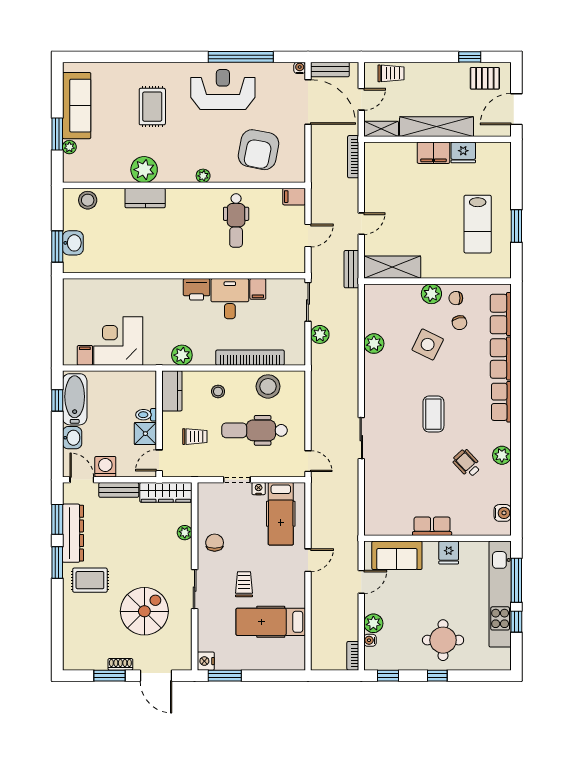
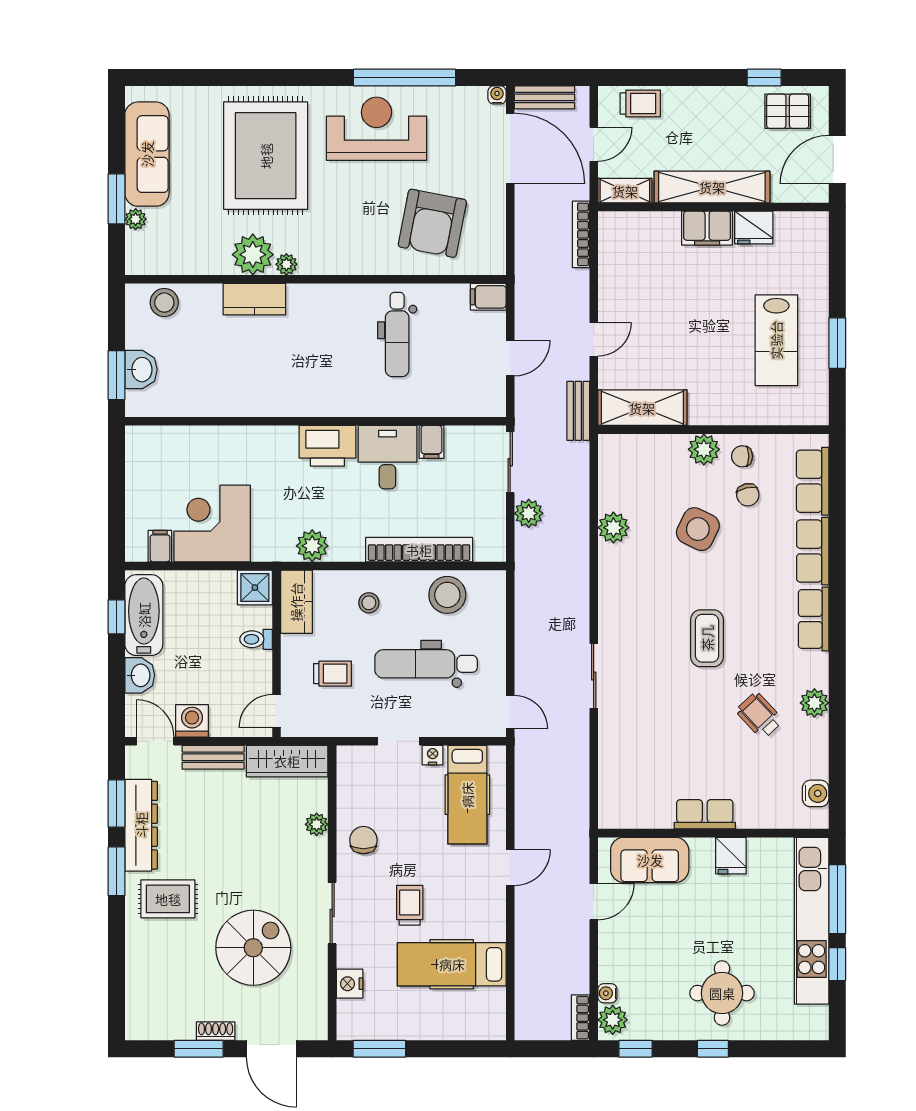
rug: (152, 107) -> (266, 156), width x1.86, depth x2.06
plant: (203, 176) -> (286, 264), moved
printer: (197, 289) -> (327, 446), width x1.37, depth x1.19
shower: (145, 434) -> (255, 588), moved
plant: (373, 623) -> (613, 1020), moved
nightstand: (206, 661) -> (350, 984), moved

